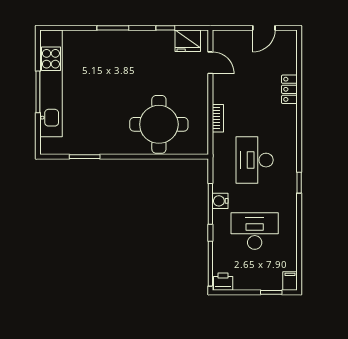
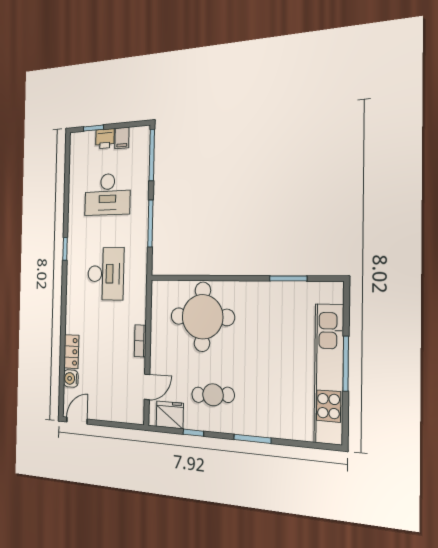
door: (264, 28) -> (77, 421), moved
cafe table: (148, 60) -> (213, 395), added
door: (210, 63) -> (147, 387), swing flipped
bookcase: (218, 118) -> (140, 341), moved
water cooler: (220, 201) -> (71, 378), moved, turned 180
filing cabinet: (290, 281) -> (122, 138), moved
printer: (223, 282) -> (105, 139), moved

